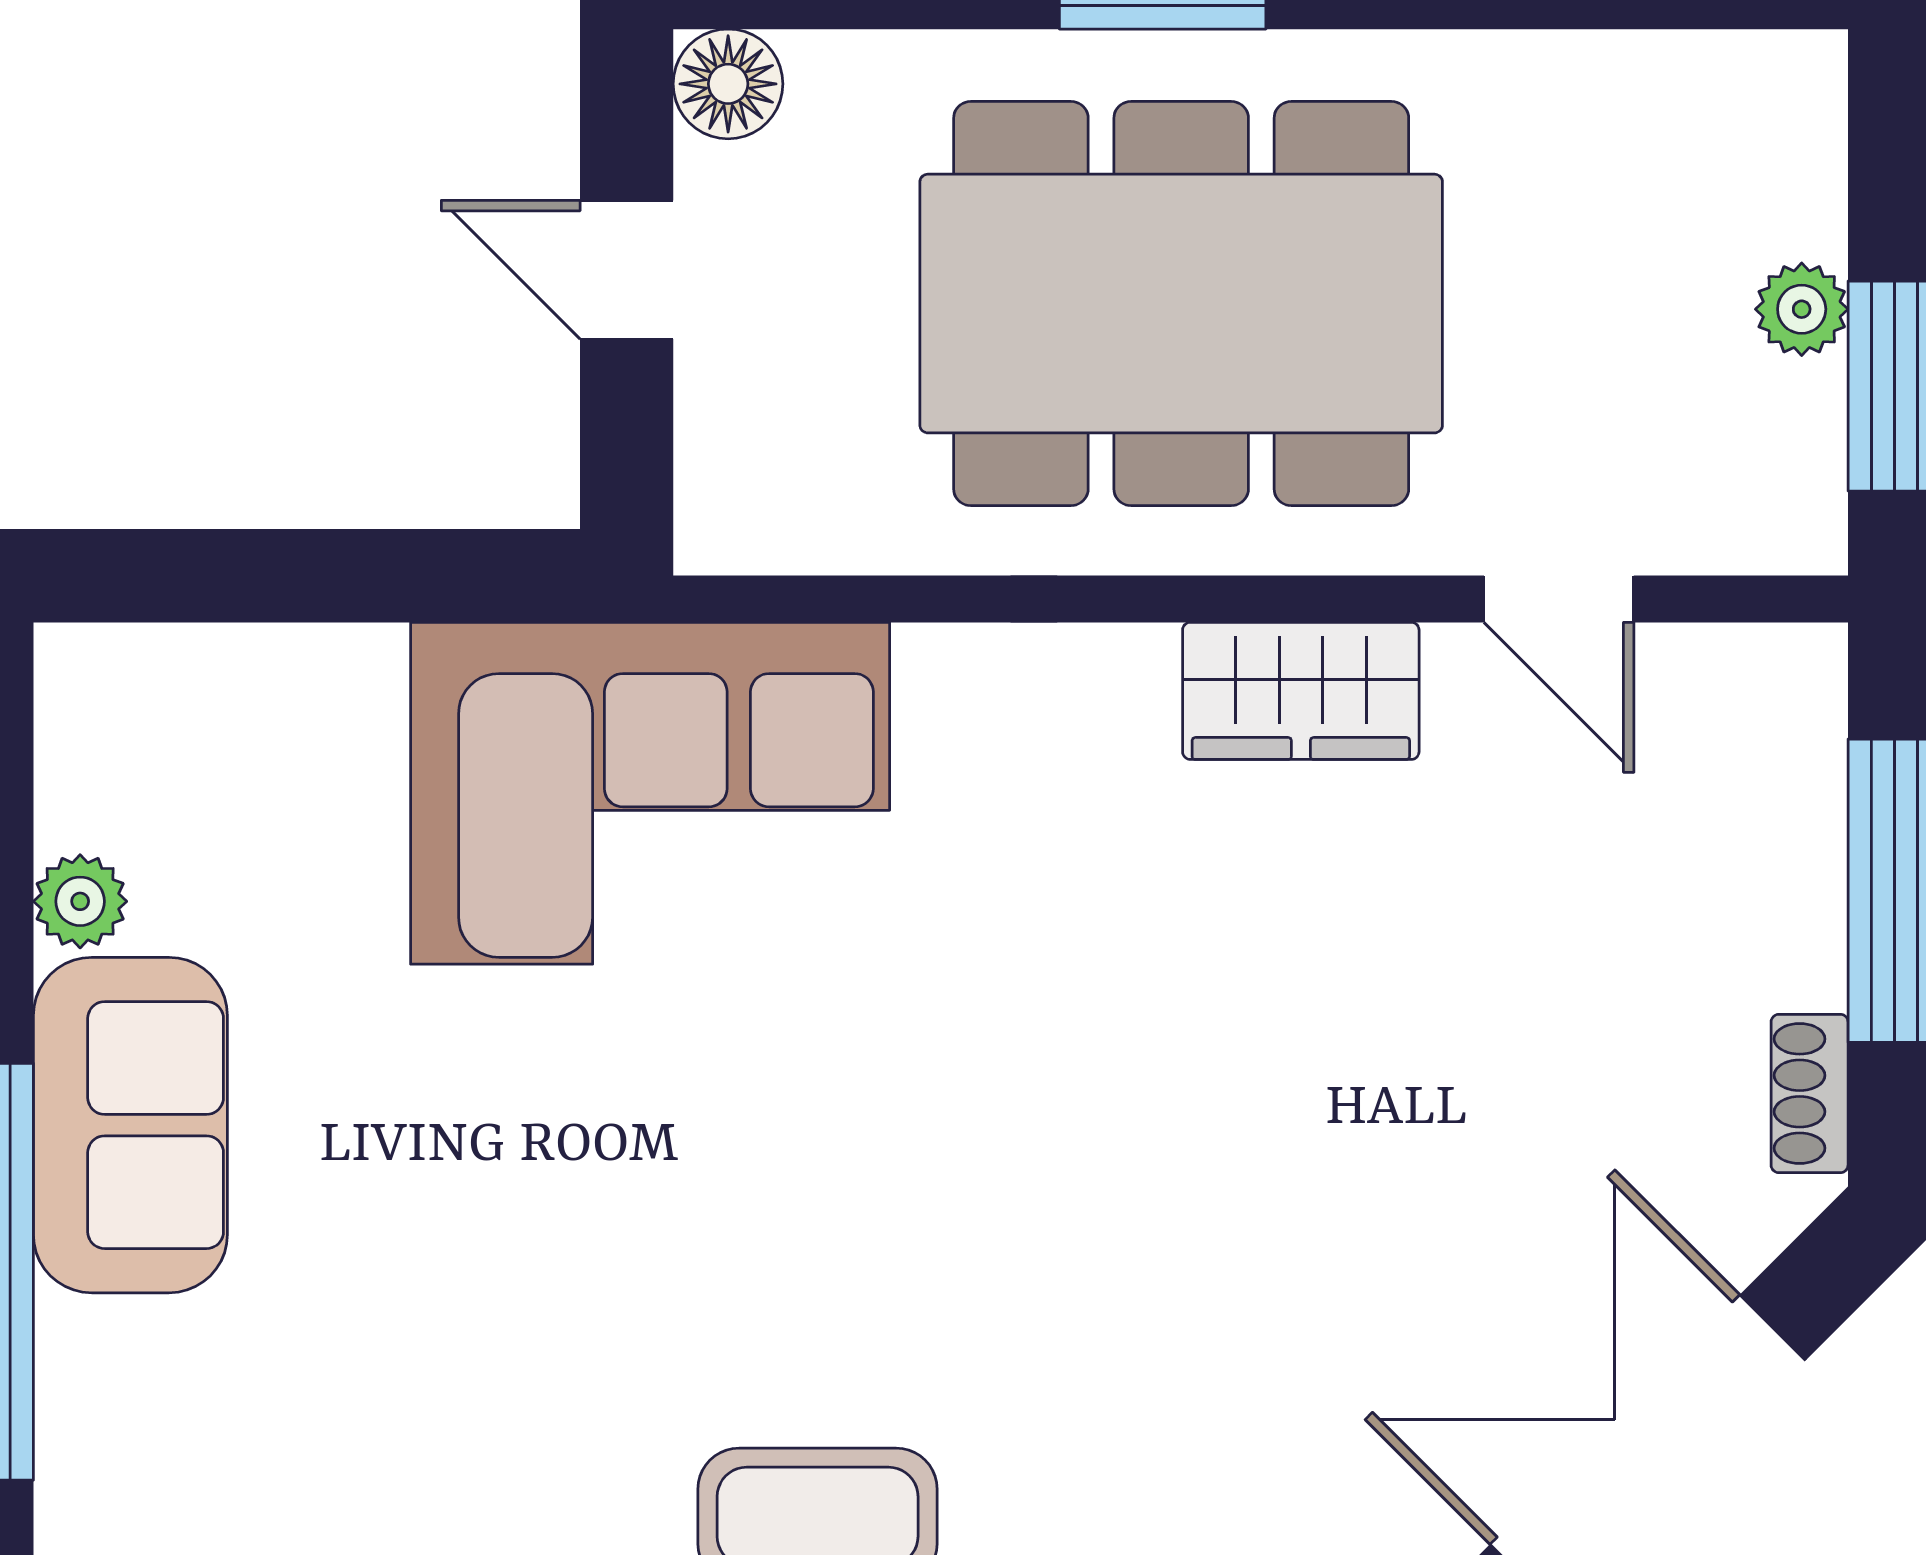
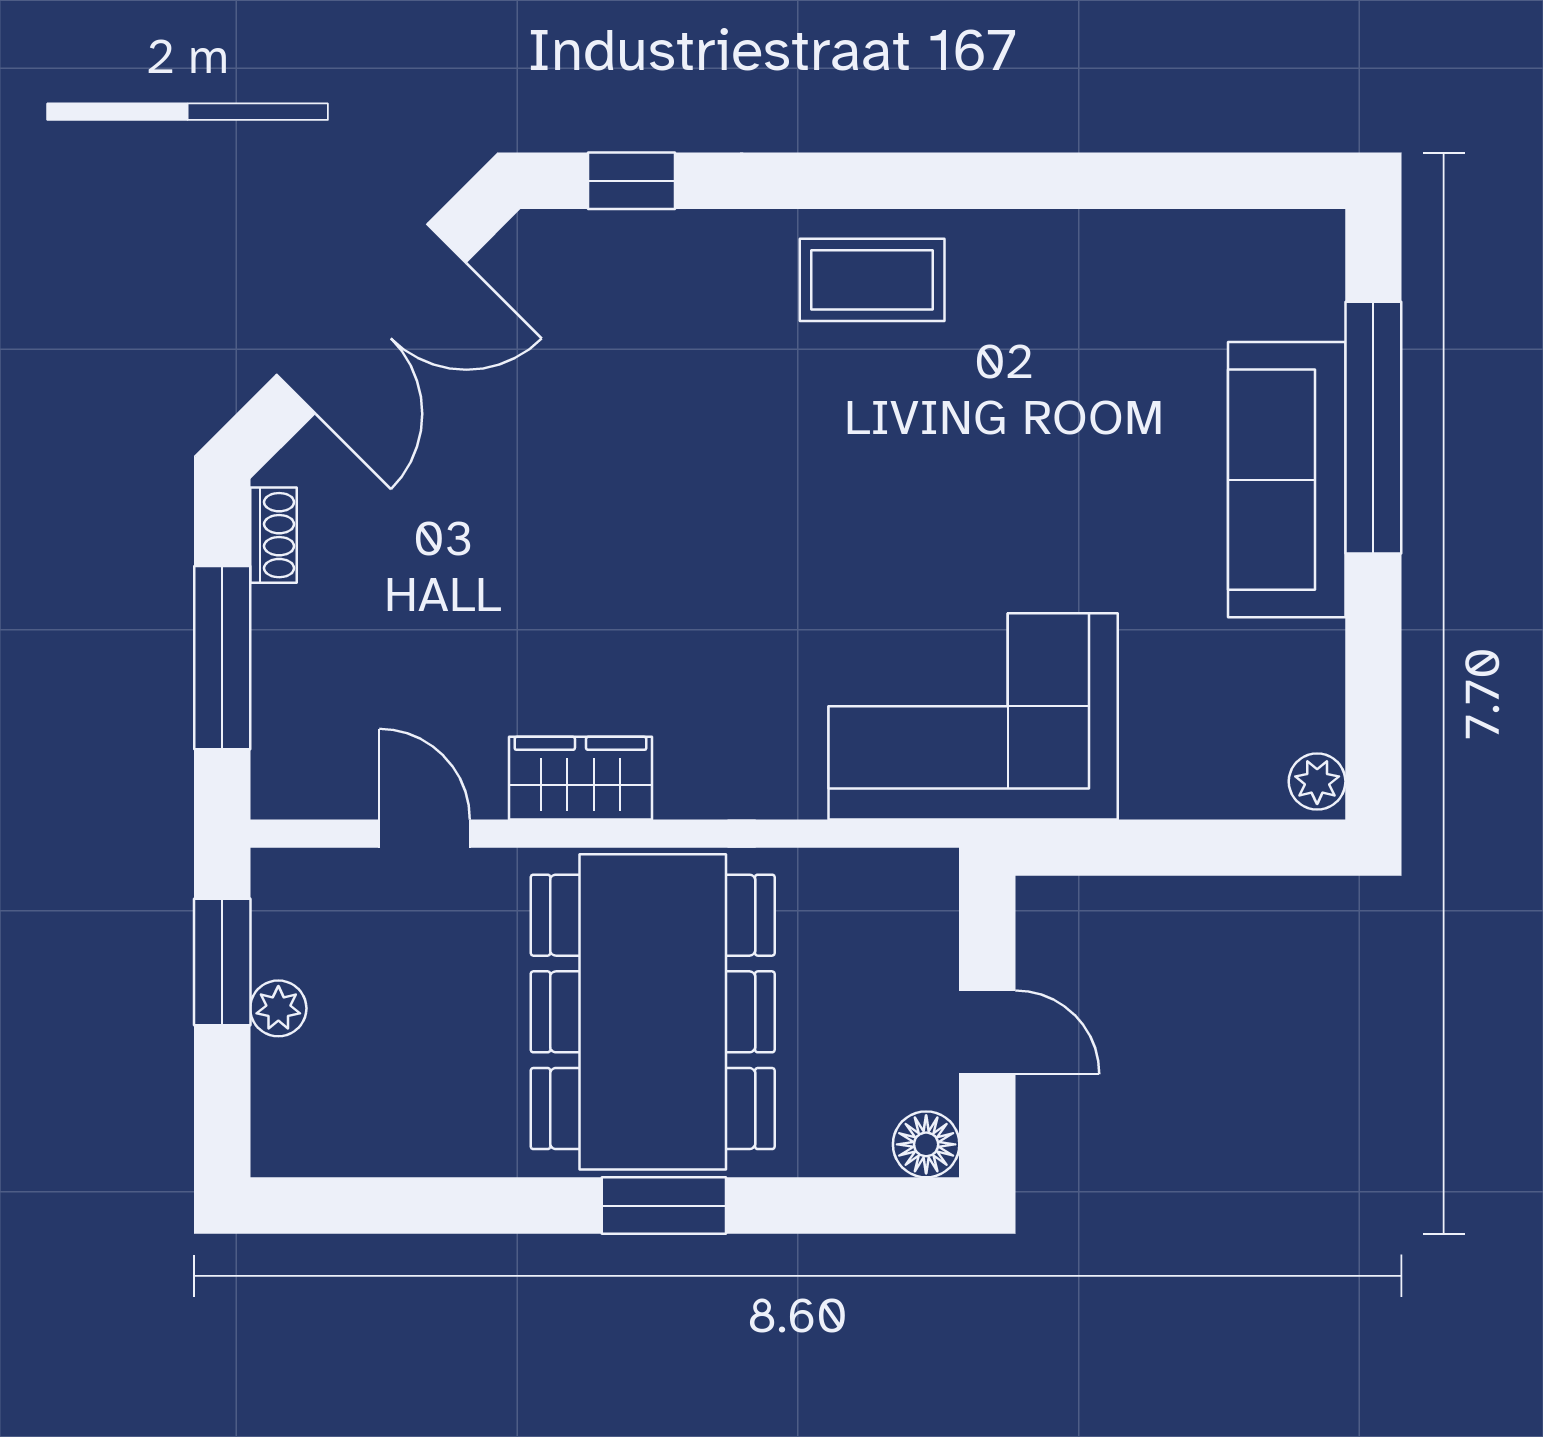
dining table: (1181, 304) -> (653, 1012), turned 90
plant: (80, 901) -> (1317, 781), moved
sofa: (130, 1125) -> (1287, 480), width x1.36

